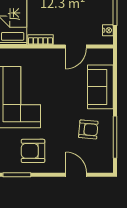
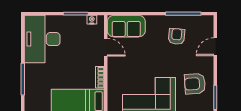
sofa: (100, 87) -> (126, 26), moved
armchair: (33, 151) -> (195, 84), turned 86

